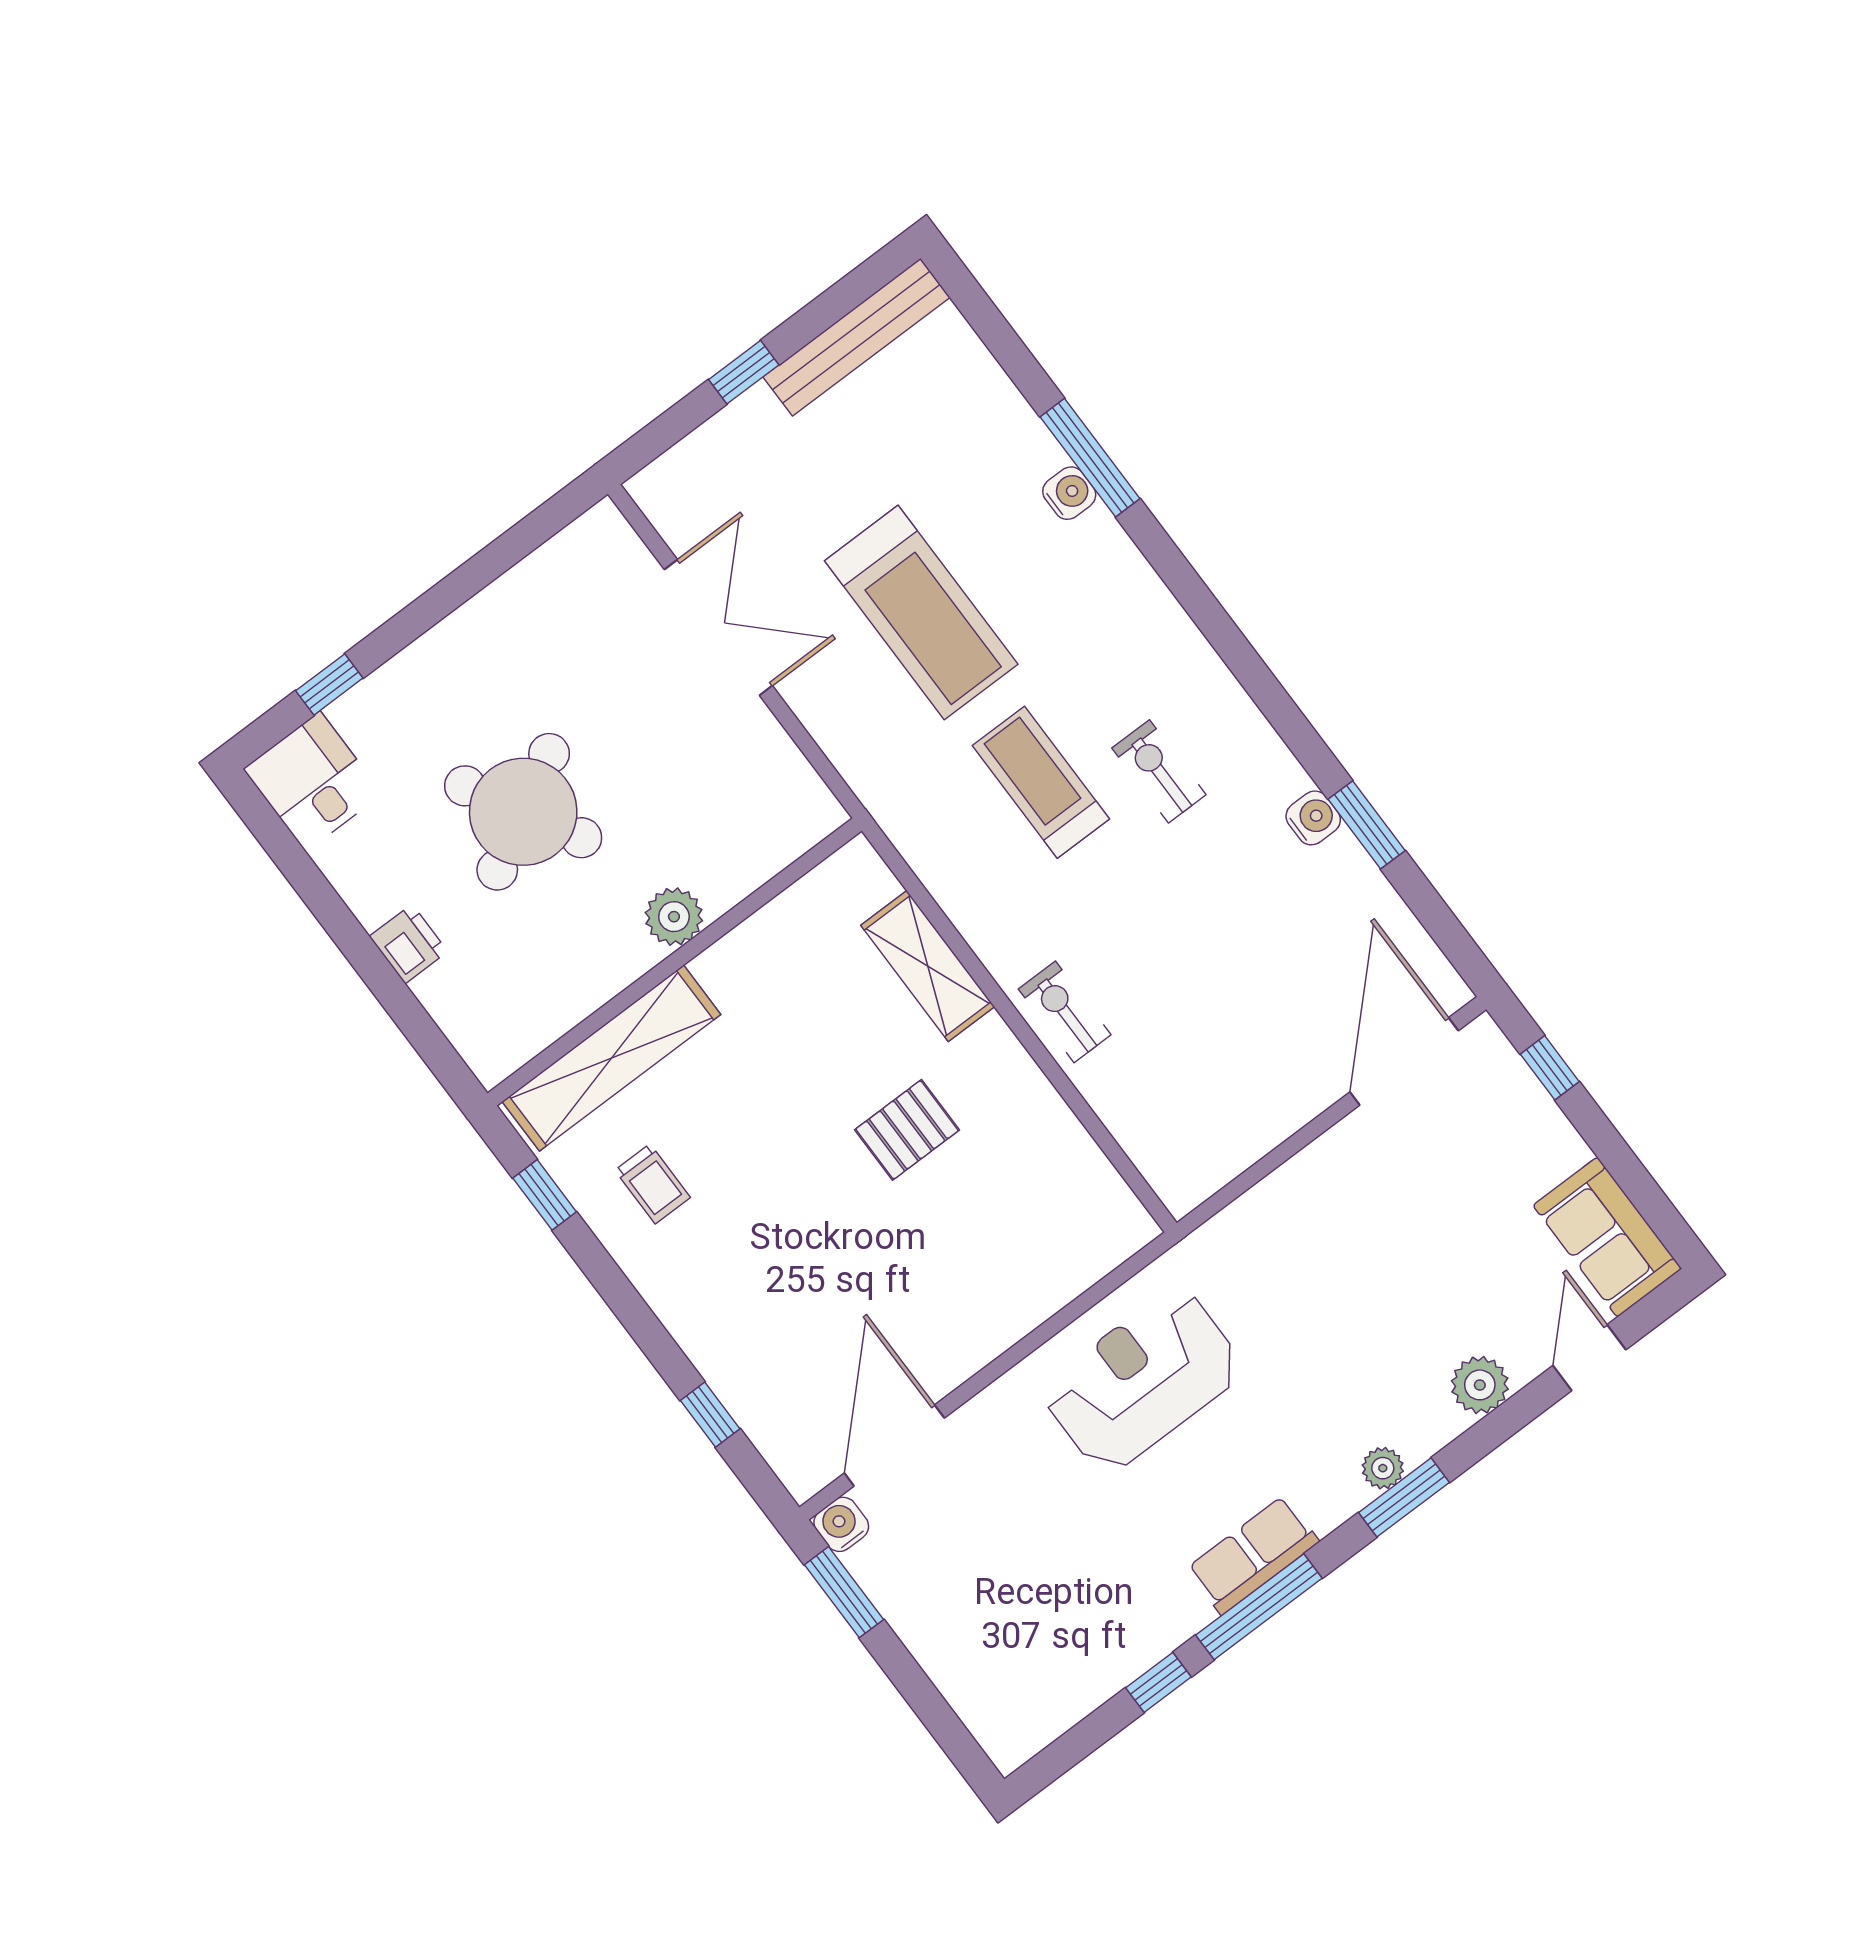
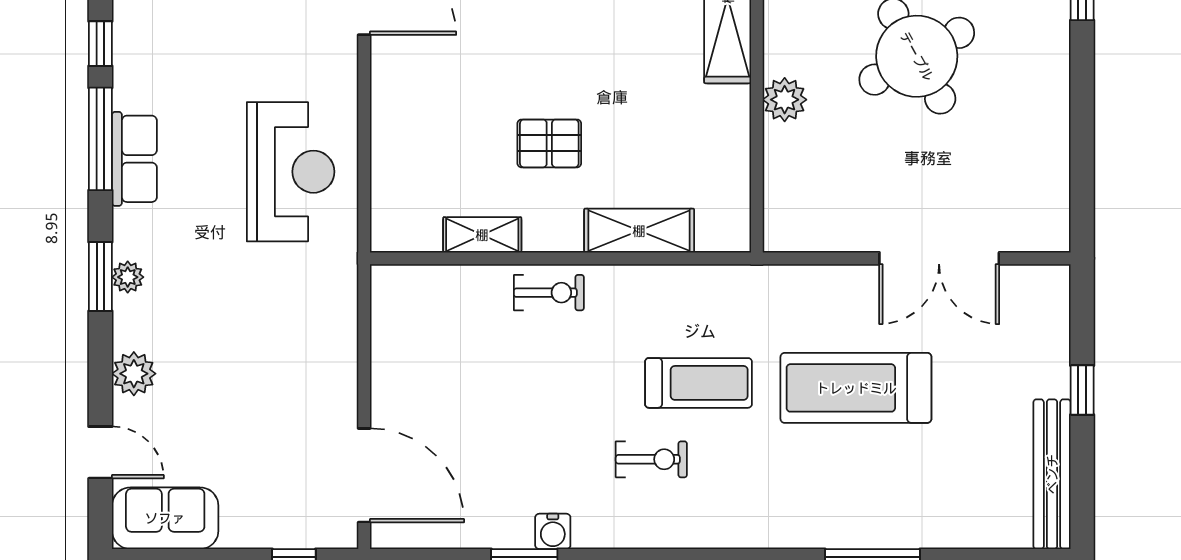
water cooler: (1069, 493) -> (861, 532), removed
shelving: (1057, 1128) -> (482, 235), added
pallet: (907, 1130) -> (549, 143), turned 90

